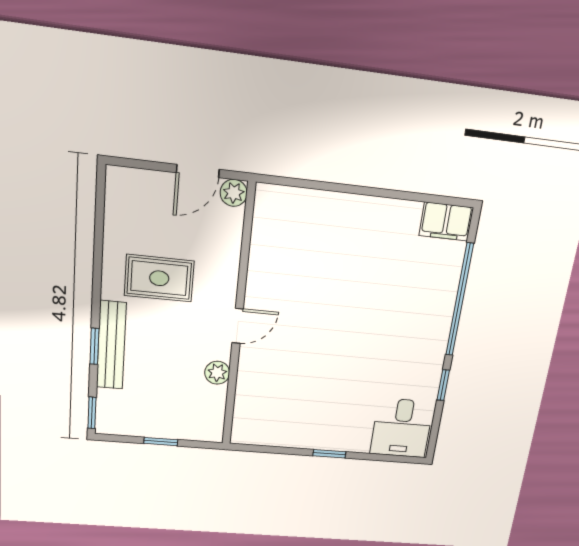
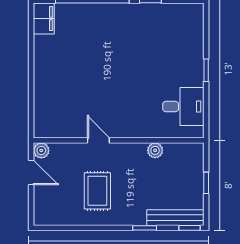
door: (238, 326) -> (98, 140), moved
bench: (111, 345) -> (175, 218), moved
desk: (402, 428) -> (183, 106), moved

